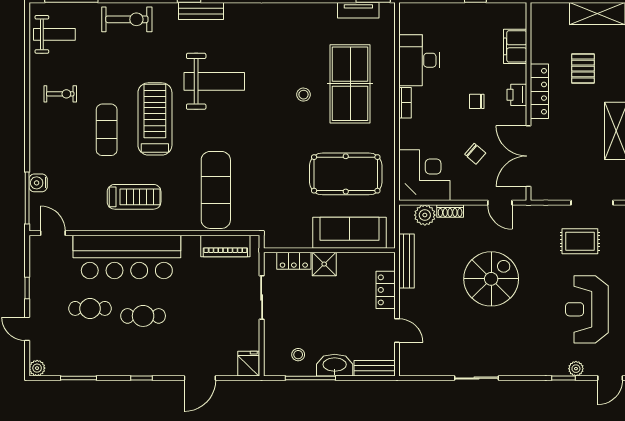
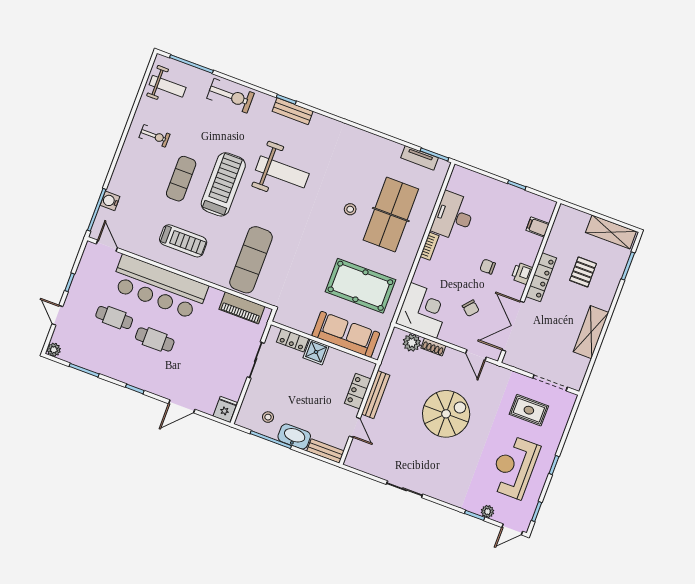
filing cabinet: (515, 46) -> (538, 227), width x0.50
bench: (406, 261) -> (376, 395), moved

